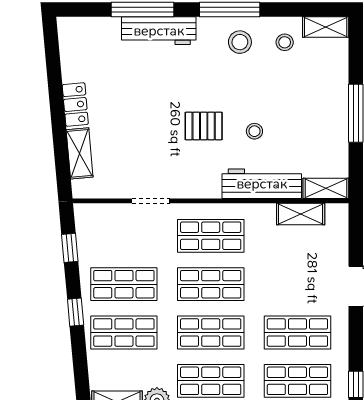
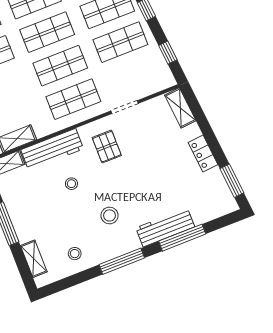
shelving: (326, 27) -> (34, 259), moved, turned 90
stool: (240, 42) -> (109, 215), moved
window: (53, 56) -> (232, 181), added
pallet: (204, 126) -> (107, 147), moved, turned 90
shelving: (80, 153) -> (180, 108), moved

